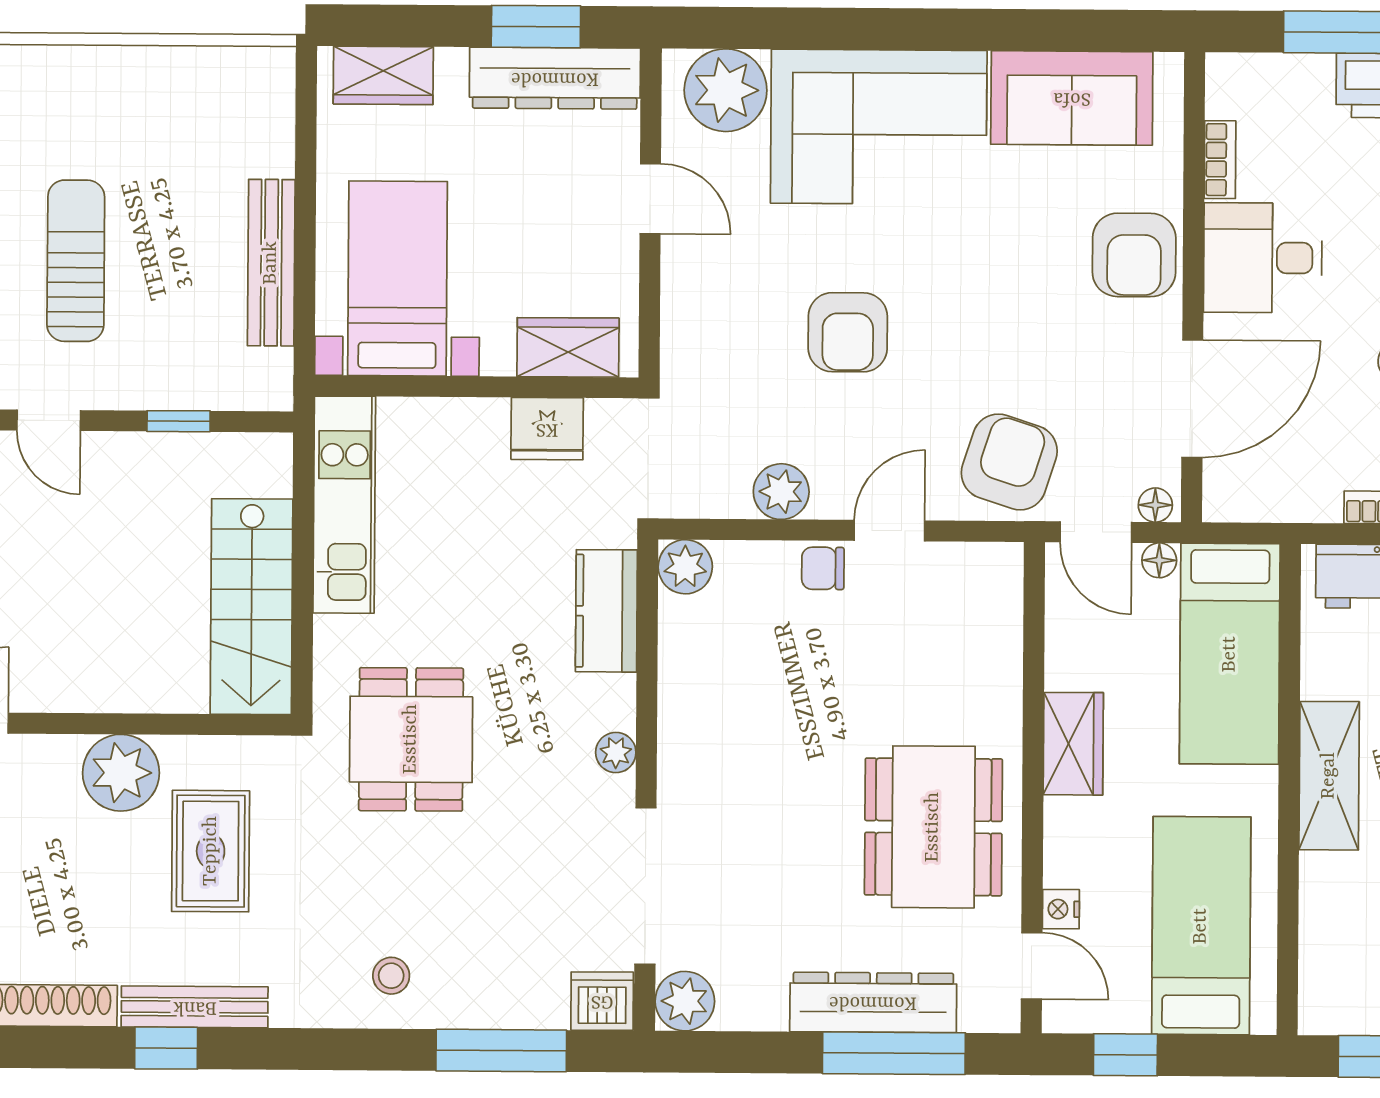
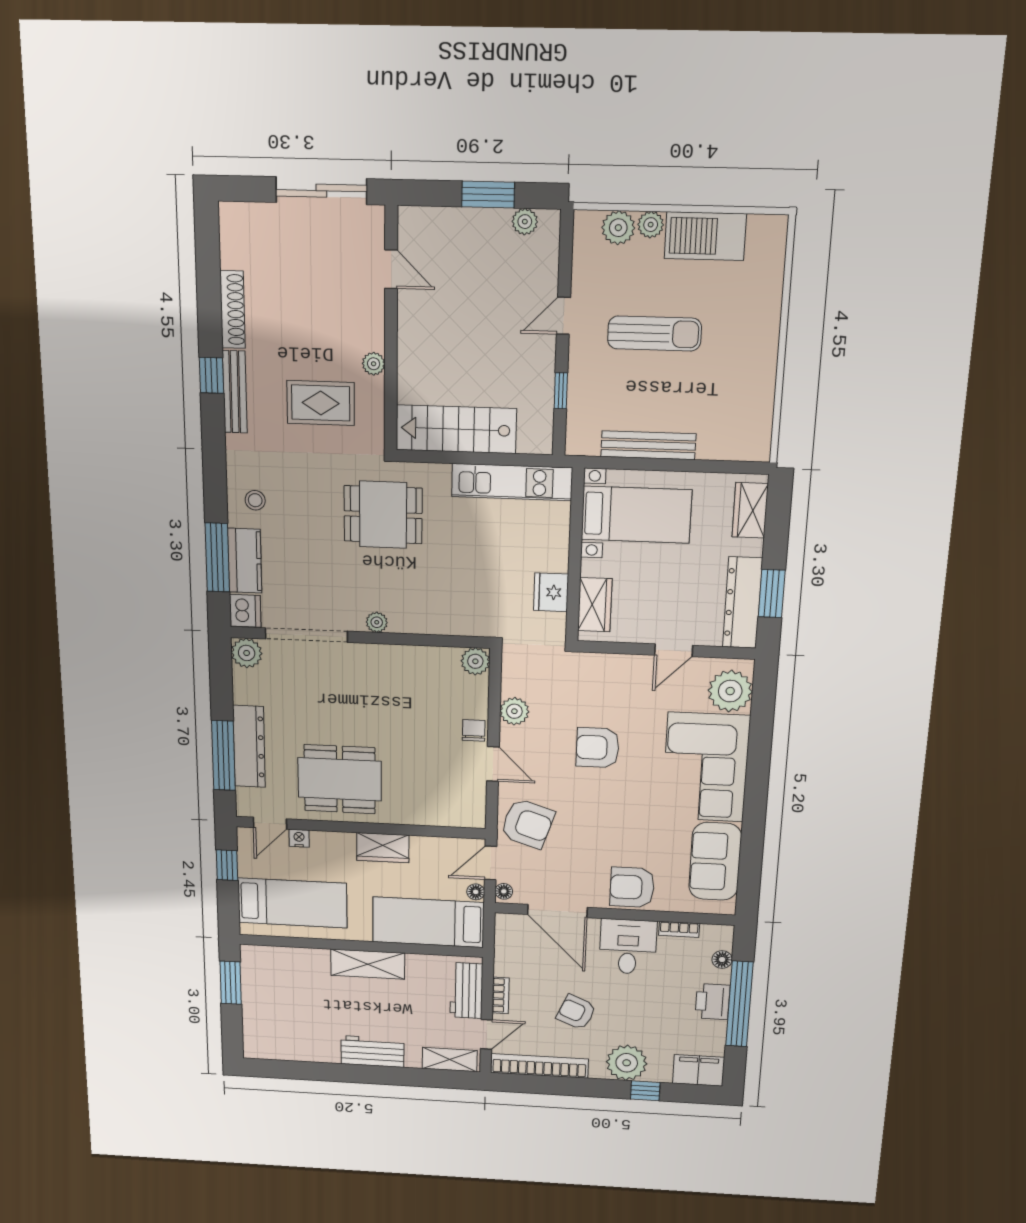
floor lamp: (1281, 72) -> (722, 960), added
kitchen counter: (606, 611) -> (245, 561), moved, turned 90
plant: (121, 773) -> (374, 364), width x0.53, depth x0.53

